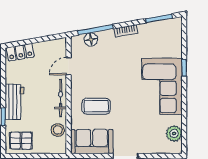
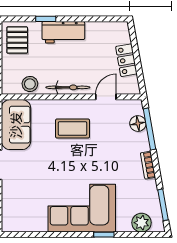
locker: (20, 52) -> (126, 60), moved
door: (69, 66) -> (106, 97), hinge flipped
coffee table: (96, 106) -> (73, 128), moved, turned 90
plant: (174, 133) -> (141, 223), moved

